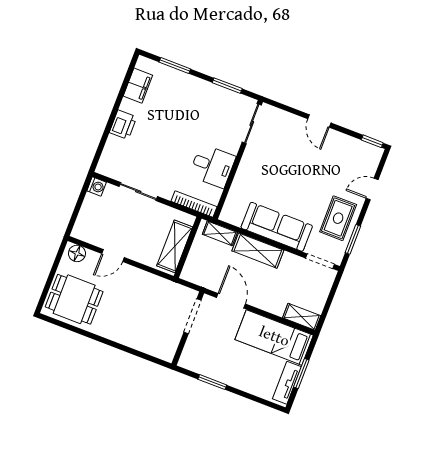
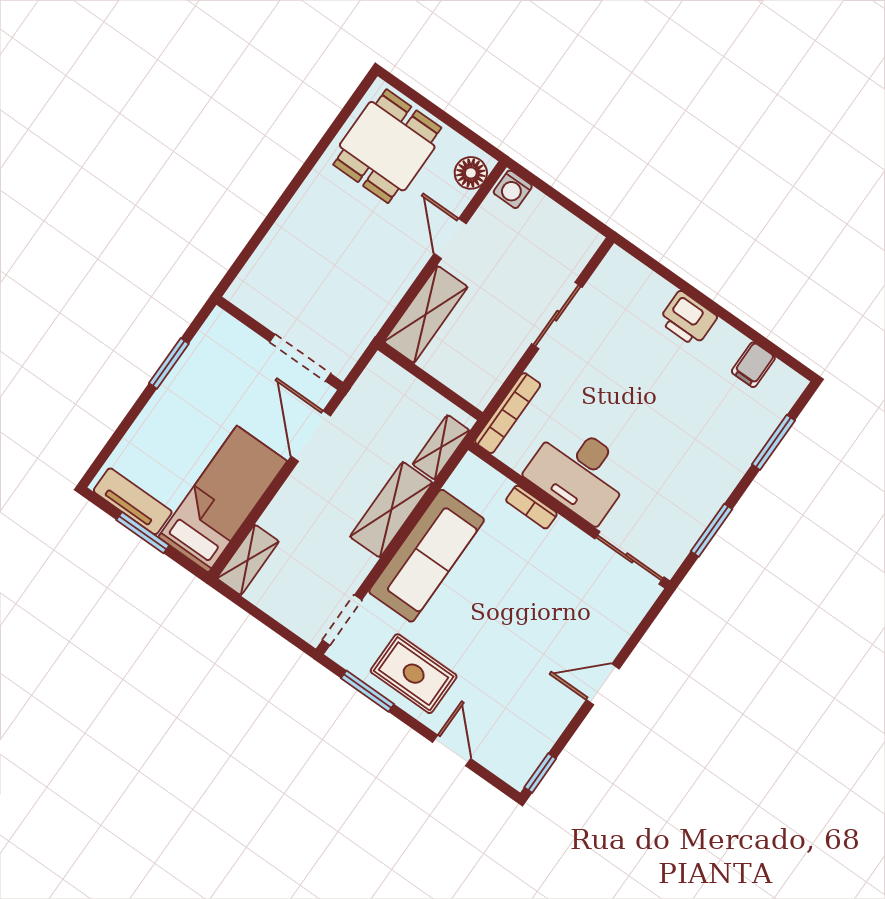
filing cabinet: (138, 86) -> (753, 365), width x0.50
desk: (212, 166) -> (580, 472), width x1.37
bookcase: (239, 180) -> (531, 507), added
washing machine: (97, 186) -> (513, 189), moved
shelving: (175, 246) -> (426, 314), moved, turned 90
door: (231, 301) -> (311, 436), swing flipped

